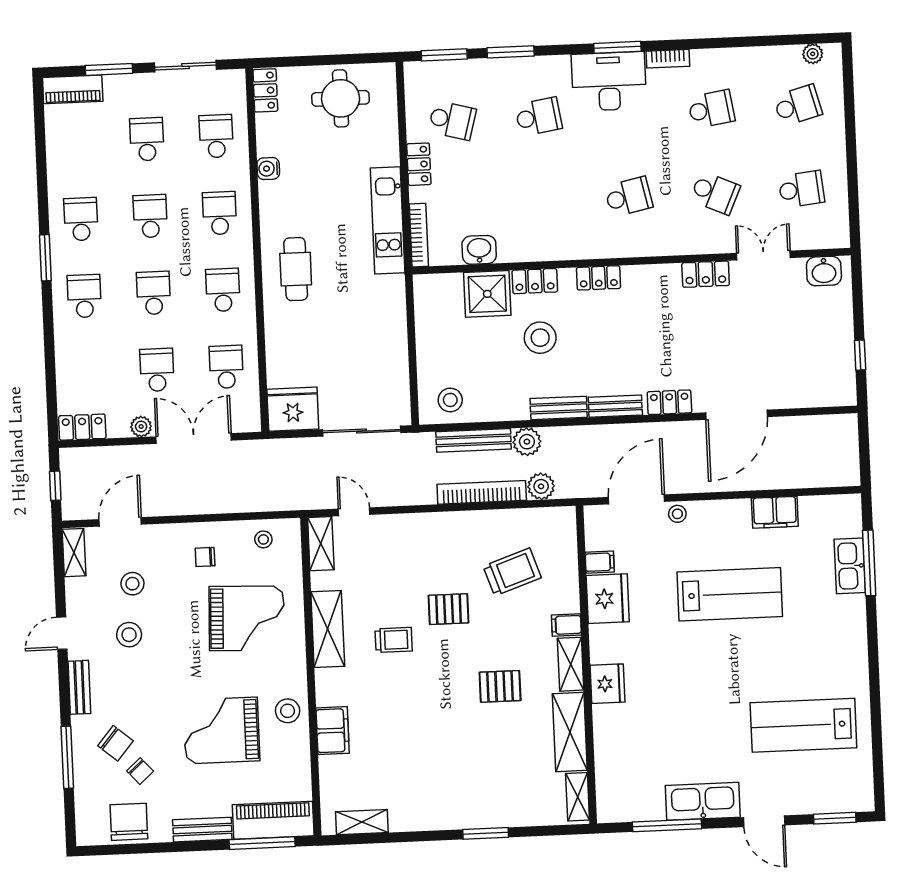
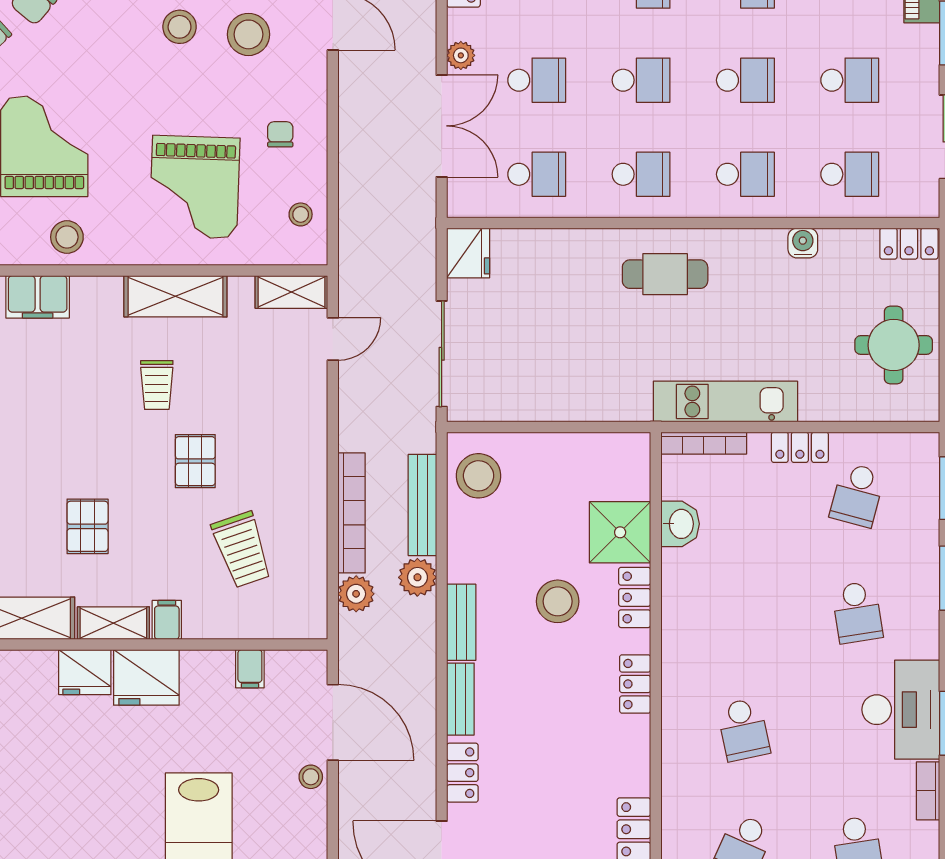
stool: (450, 400) -> (479, 476), width x1.38, depth x1.38
fridge: (293, 409) -> (468, 253), width x0.73, depth x0.75
stool: (132, 584) -> (248, 34), width x1.38, depth x1.38
fridge: (608, 599) -> (146, 677), moved

